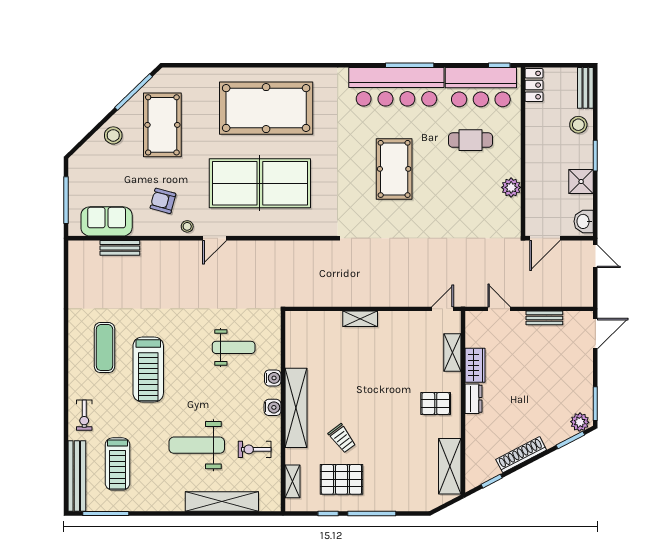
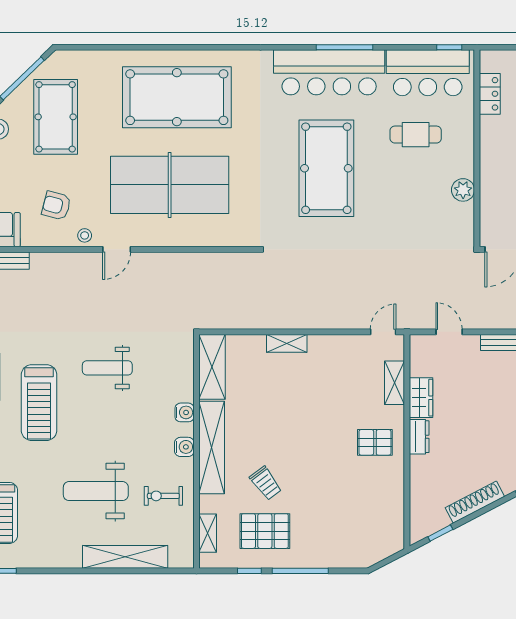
locker: (534, 85) -> (490, 94), moved
pool table: (394, 169) -> (326, 168), width x1.36, depth x1.32
weight bench: (234, 347) -> (107, 368), moved, turned 180
shelving: (450, 466) -> (212, 367), moved

